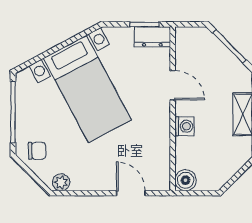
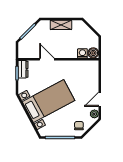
door: (173, 85) -> (47, 59), hinge flipped
washing machine: (185, 126) -> (82, 53), moved
door: (131, 193) -> (100, 99), moved

